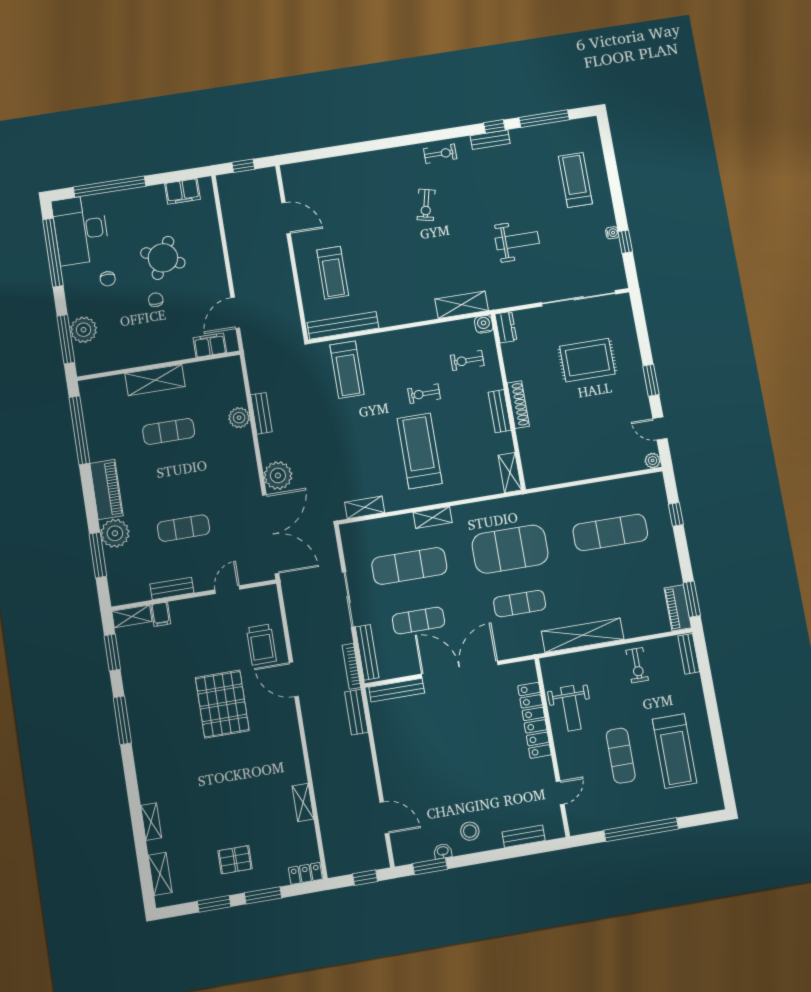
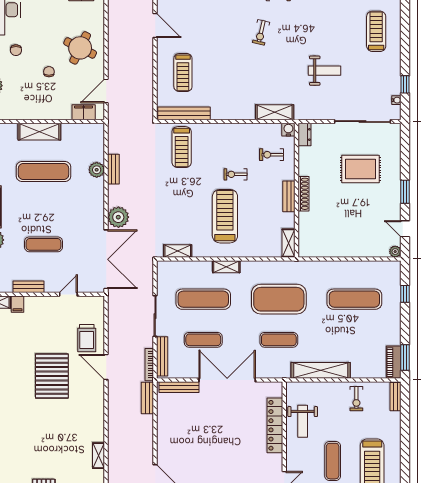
water cooler: (612, 233) -> (396, 100), moved
round table: (163, 258) -> (80, 48), moved
exercise mat: (169, 431) -> (43, 172), width x1.36, depth x1.45

